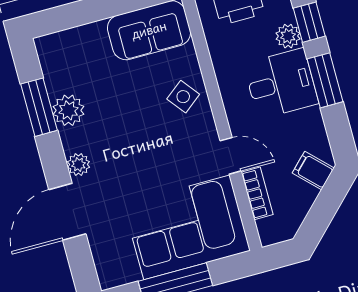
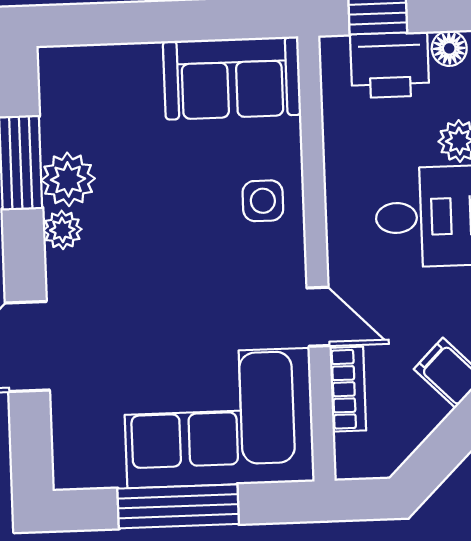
side table: (183, 97) -> (263, 201), turned 38
plant: (78, 164) -> (62, 230), moved

